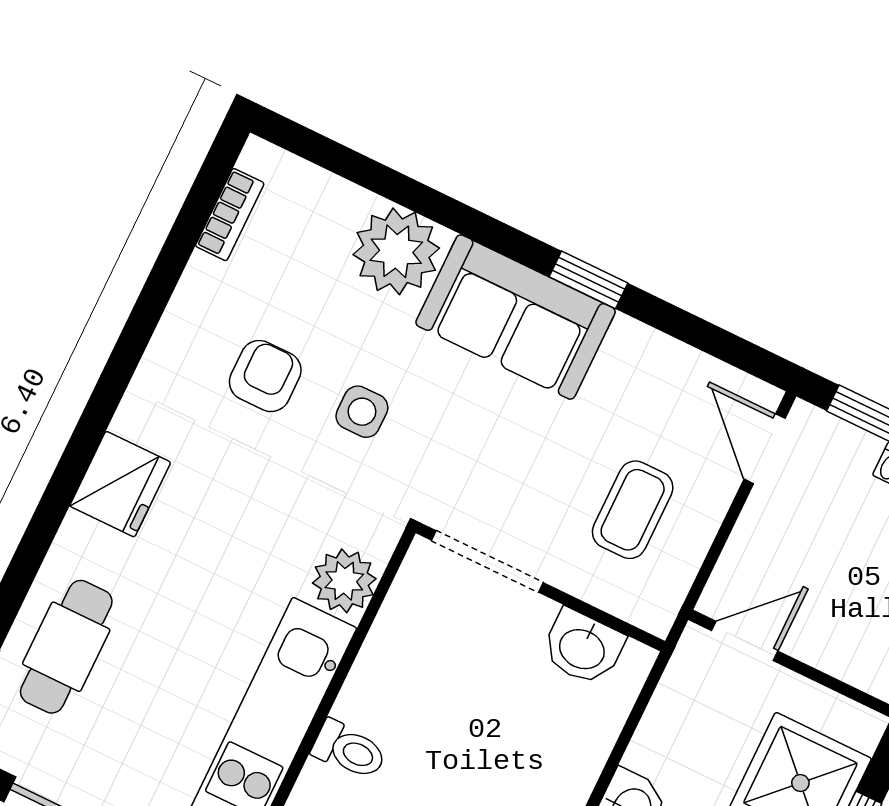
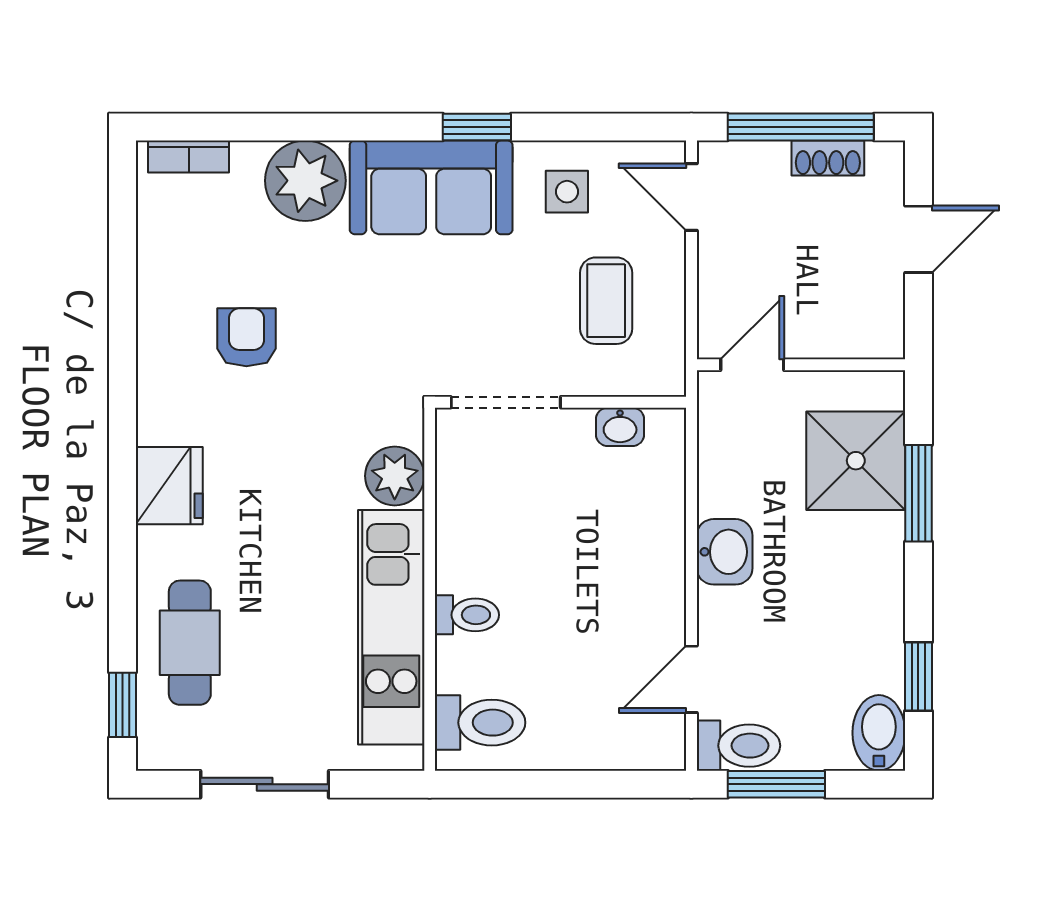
bookcase: (230, 215) -> (189, 157), moved, turned 90
side table: (362, 412) -> (567, 192), moved
washbasin: (583, 648) -> (620, 427), width x0.72, depth x0.69

